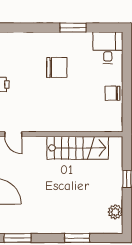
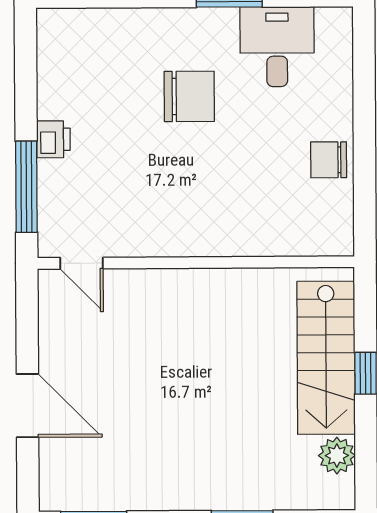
desk: (108, 48) -> (277, 47), moved
stairs: (78, 148) -> (326, 358), moved, turned 90

